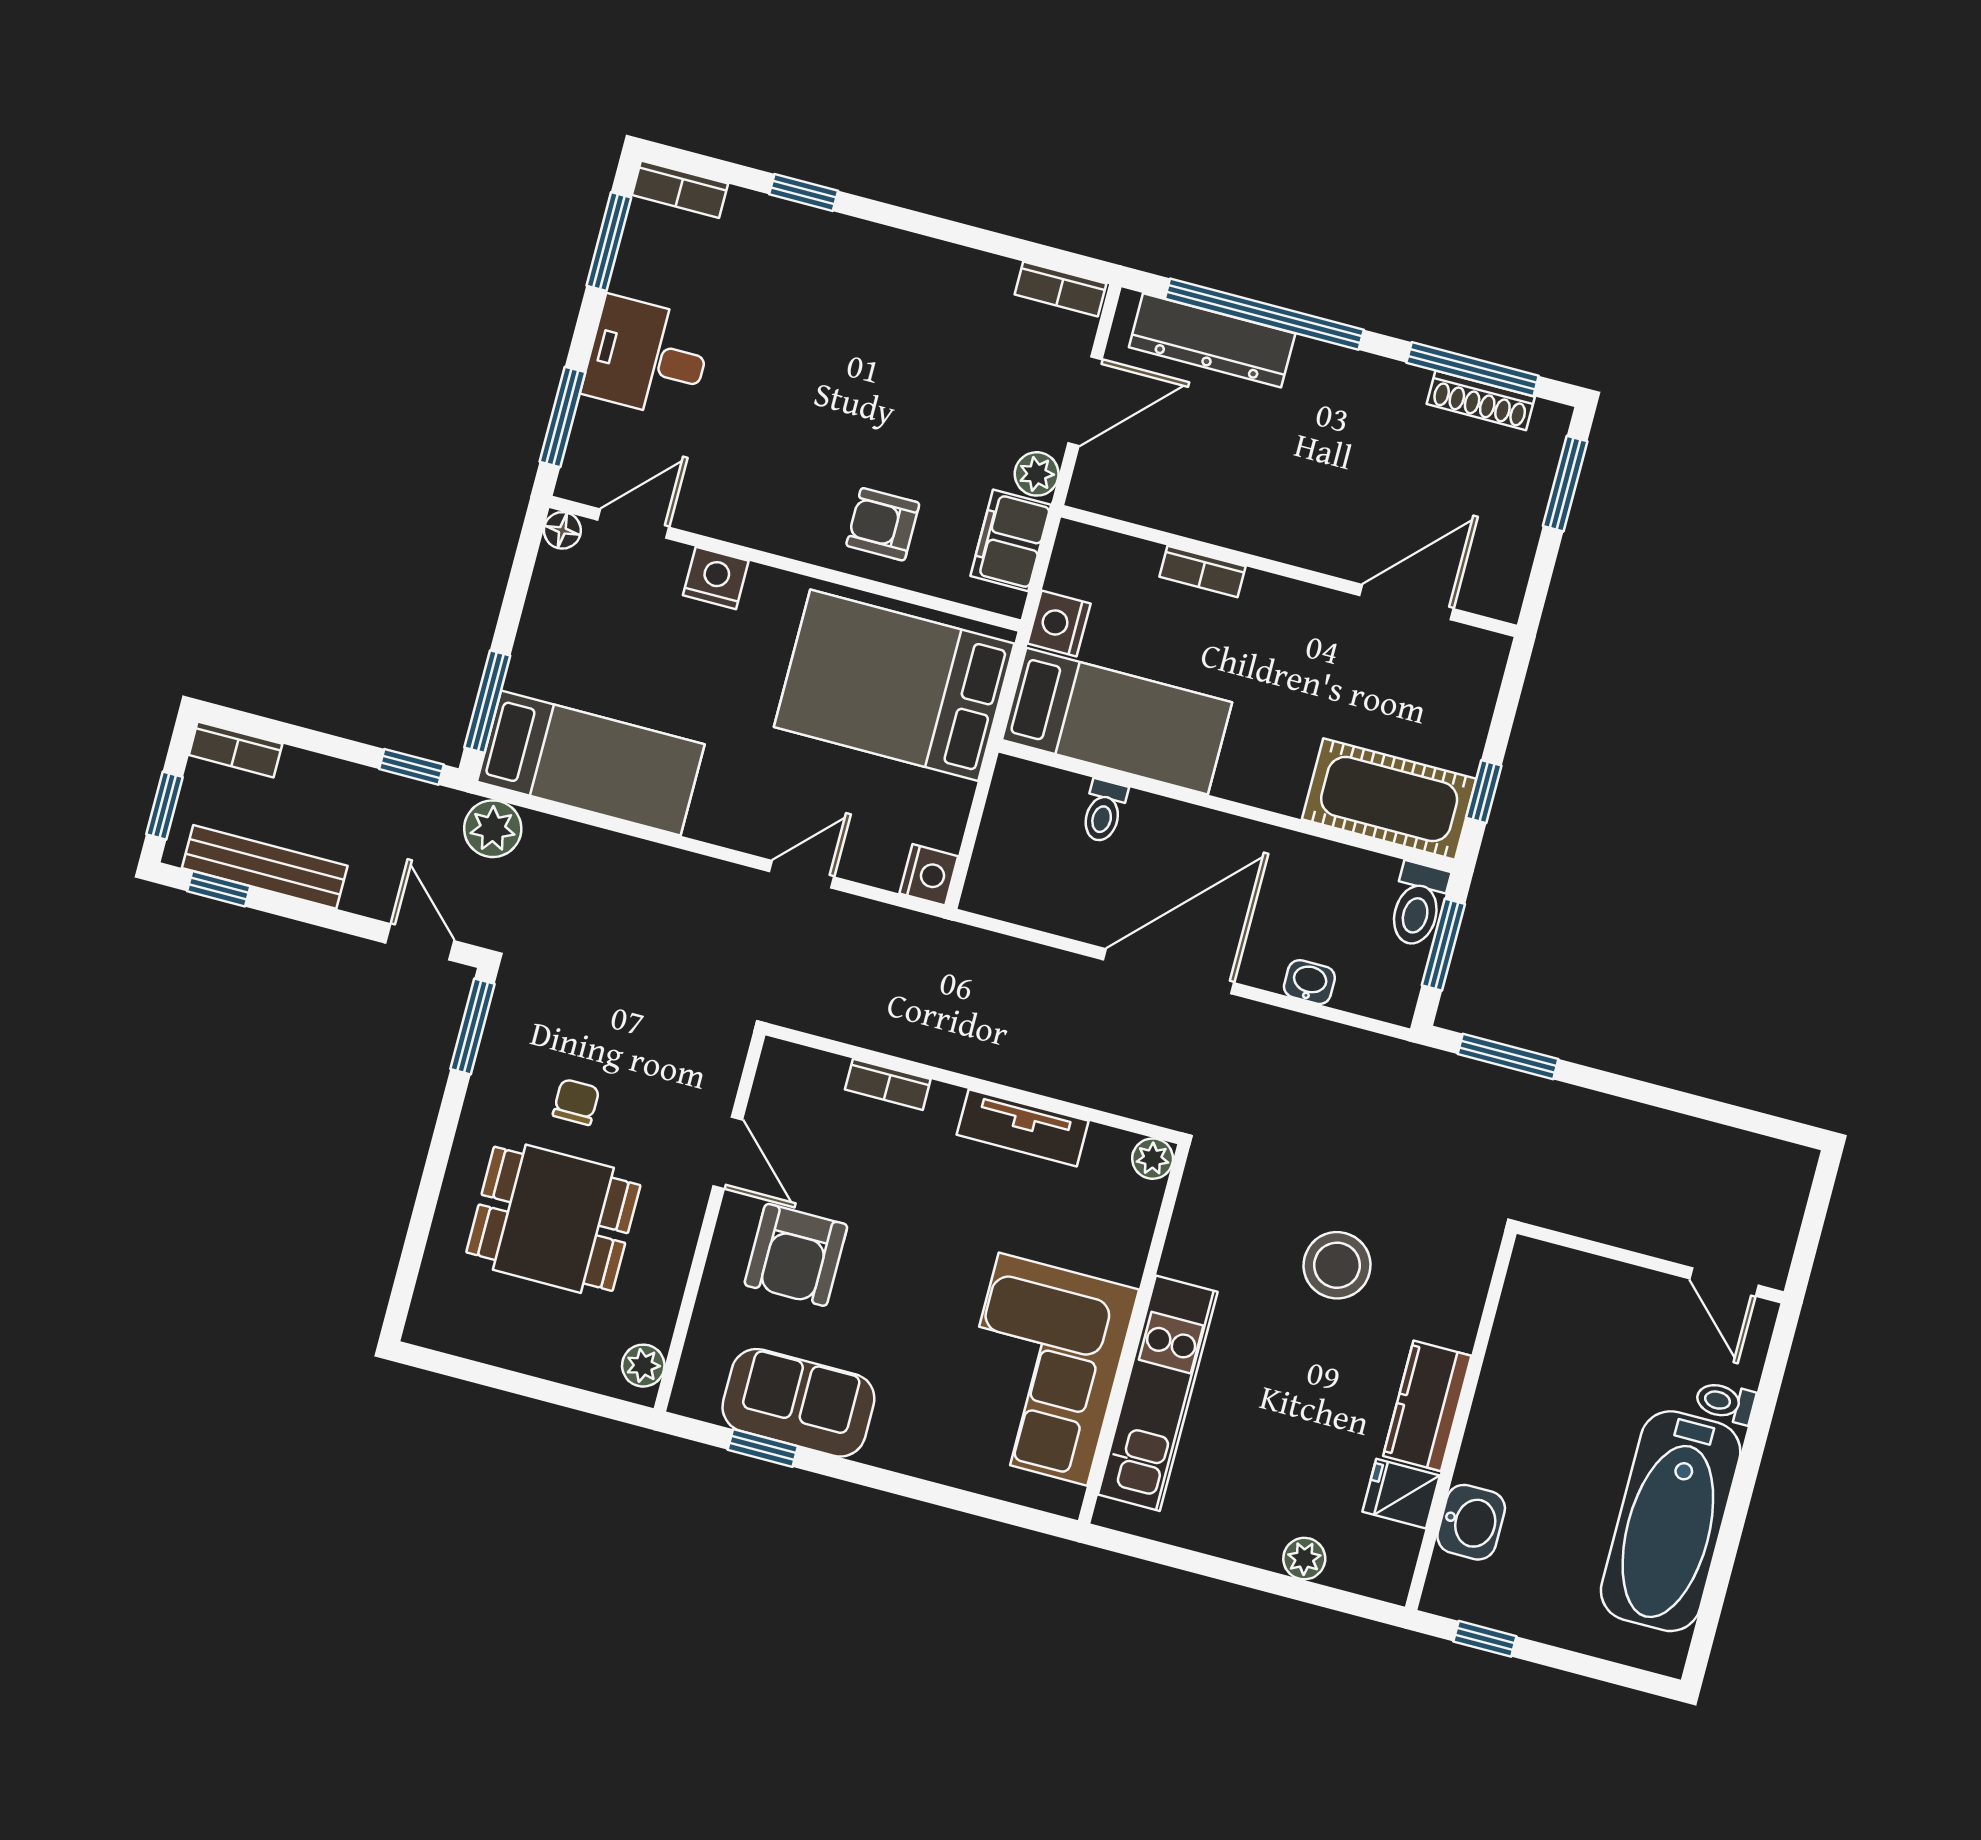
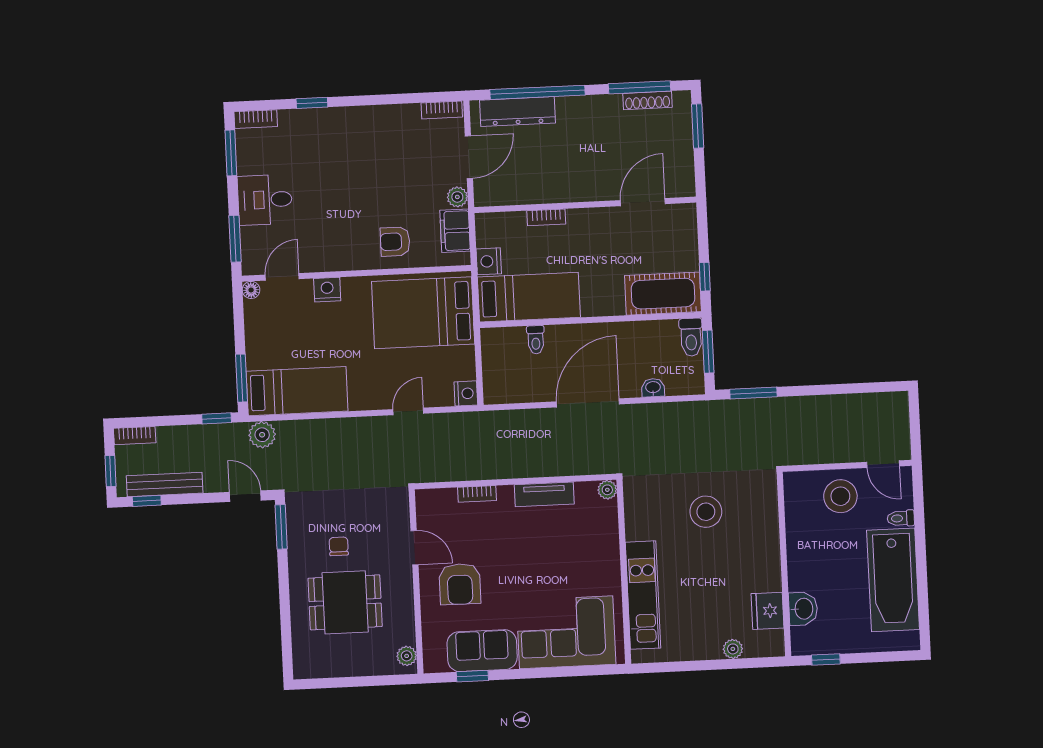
stool: (1618, 1319) -> (840, 496), added
corner sofa: (1043, 1369) -> (566, 632), moved, turned 90
kitchen counter: (1427, 1406) -> (767, 562), removed
fridge: (1401, 1494) -> (768, 611), width x1.38

